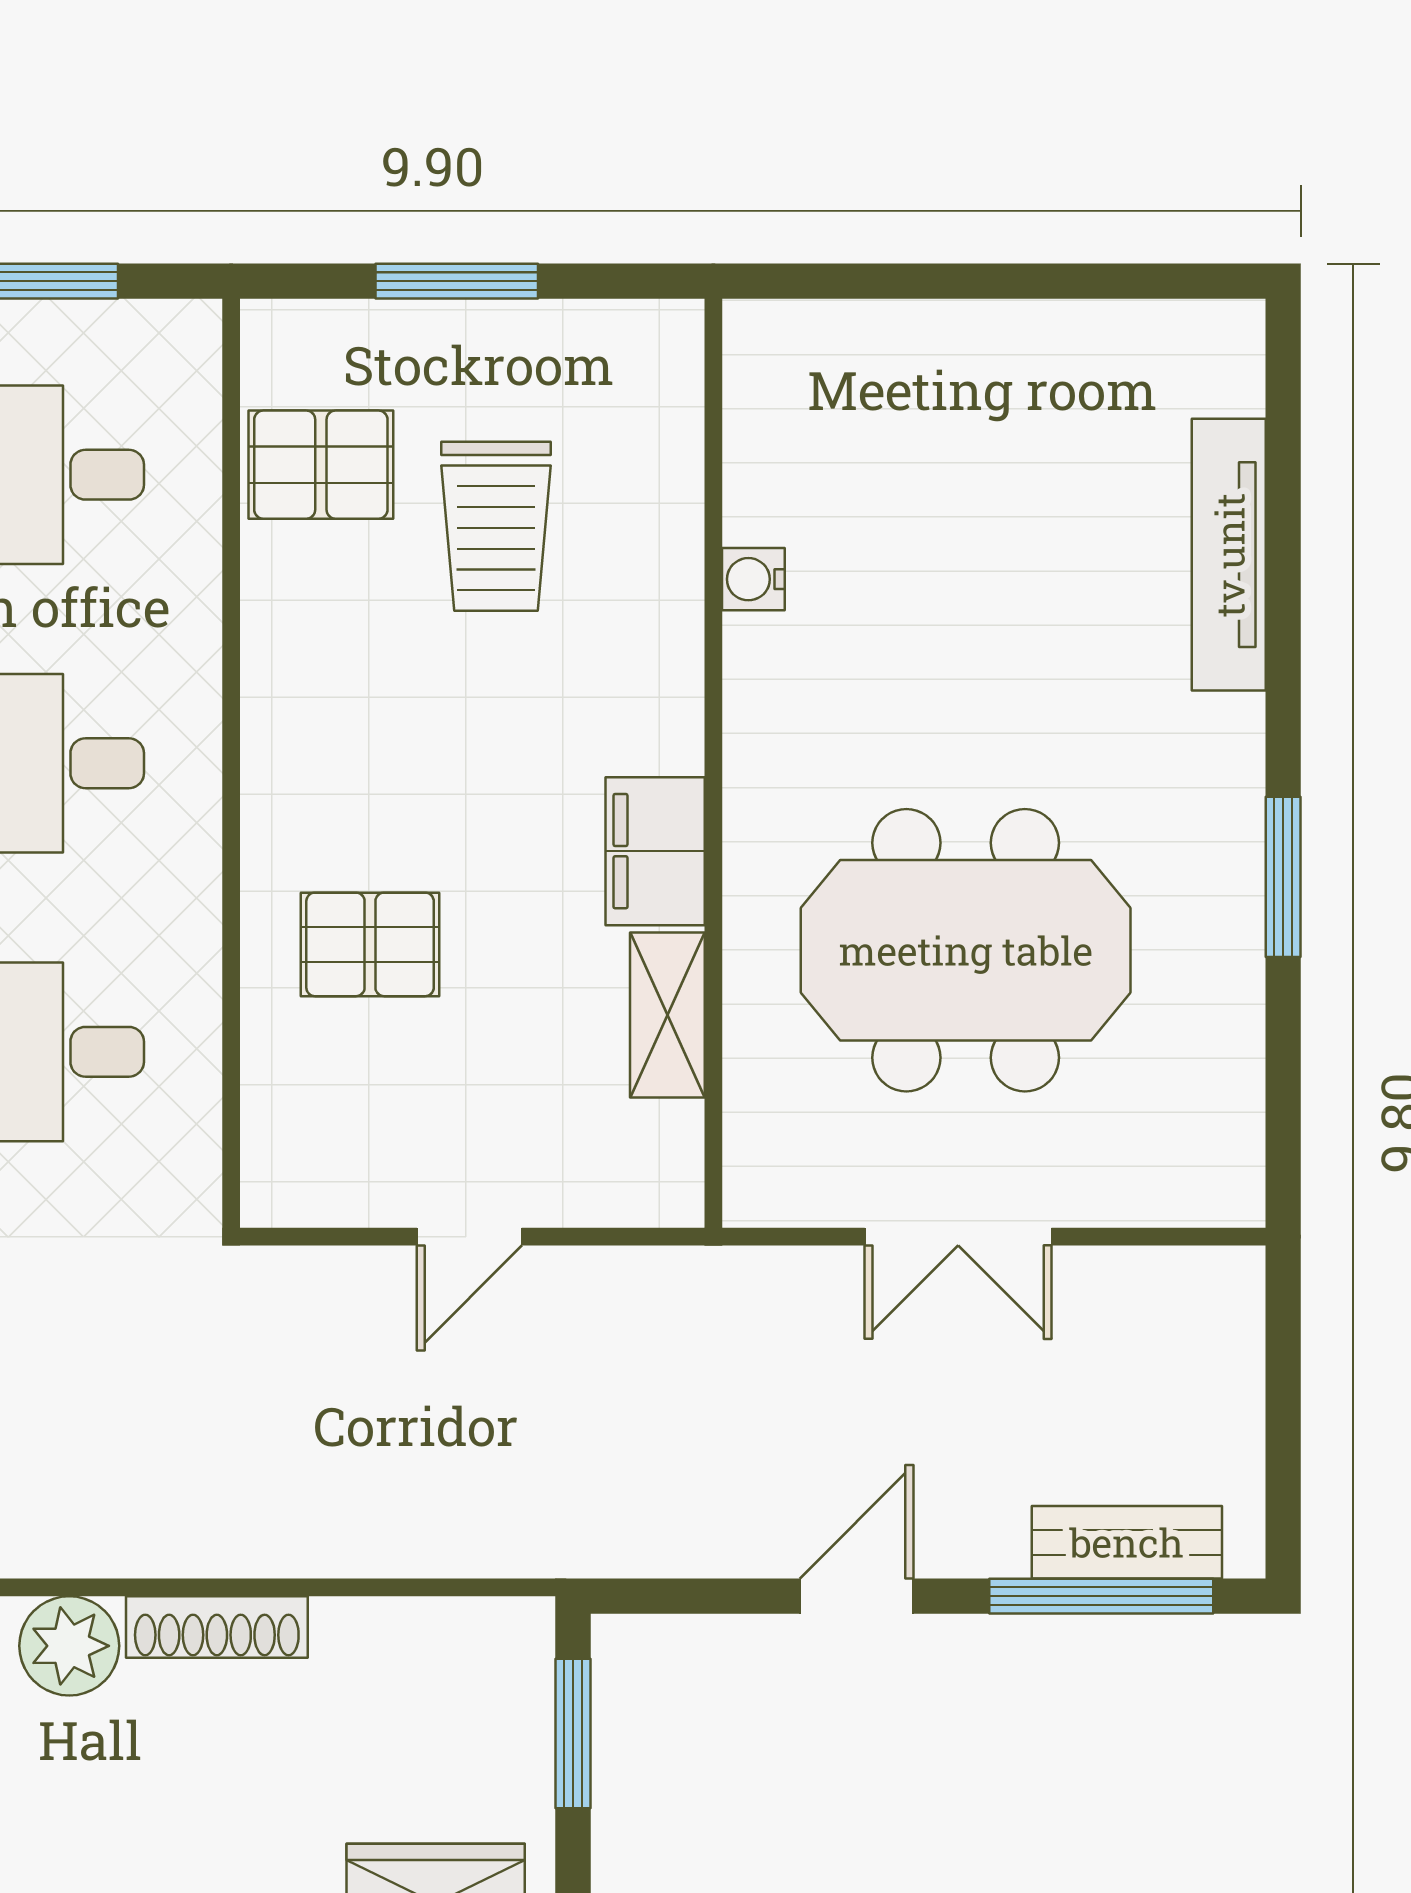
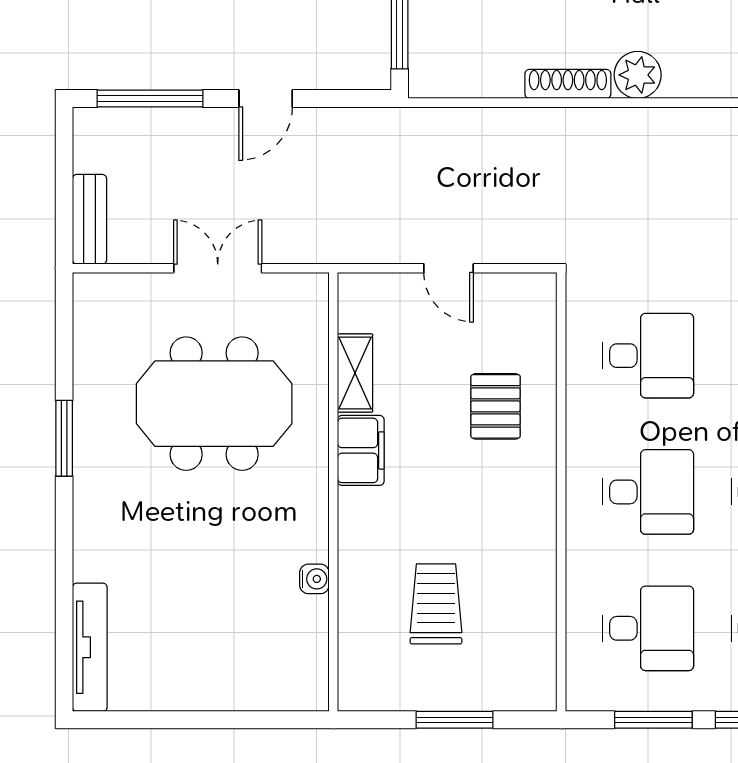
pallet: (321, 465) -> (519, 633), removed
tv unit: (1229, 555) -> (90, 647), moved
pallet: (370, 944) -> (496, 406), turned 90
door: (469, 1237) -> (449, 268), swing flipped
bench: (1127, 1542) -> (90, 219), moved, turned 90

